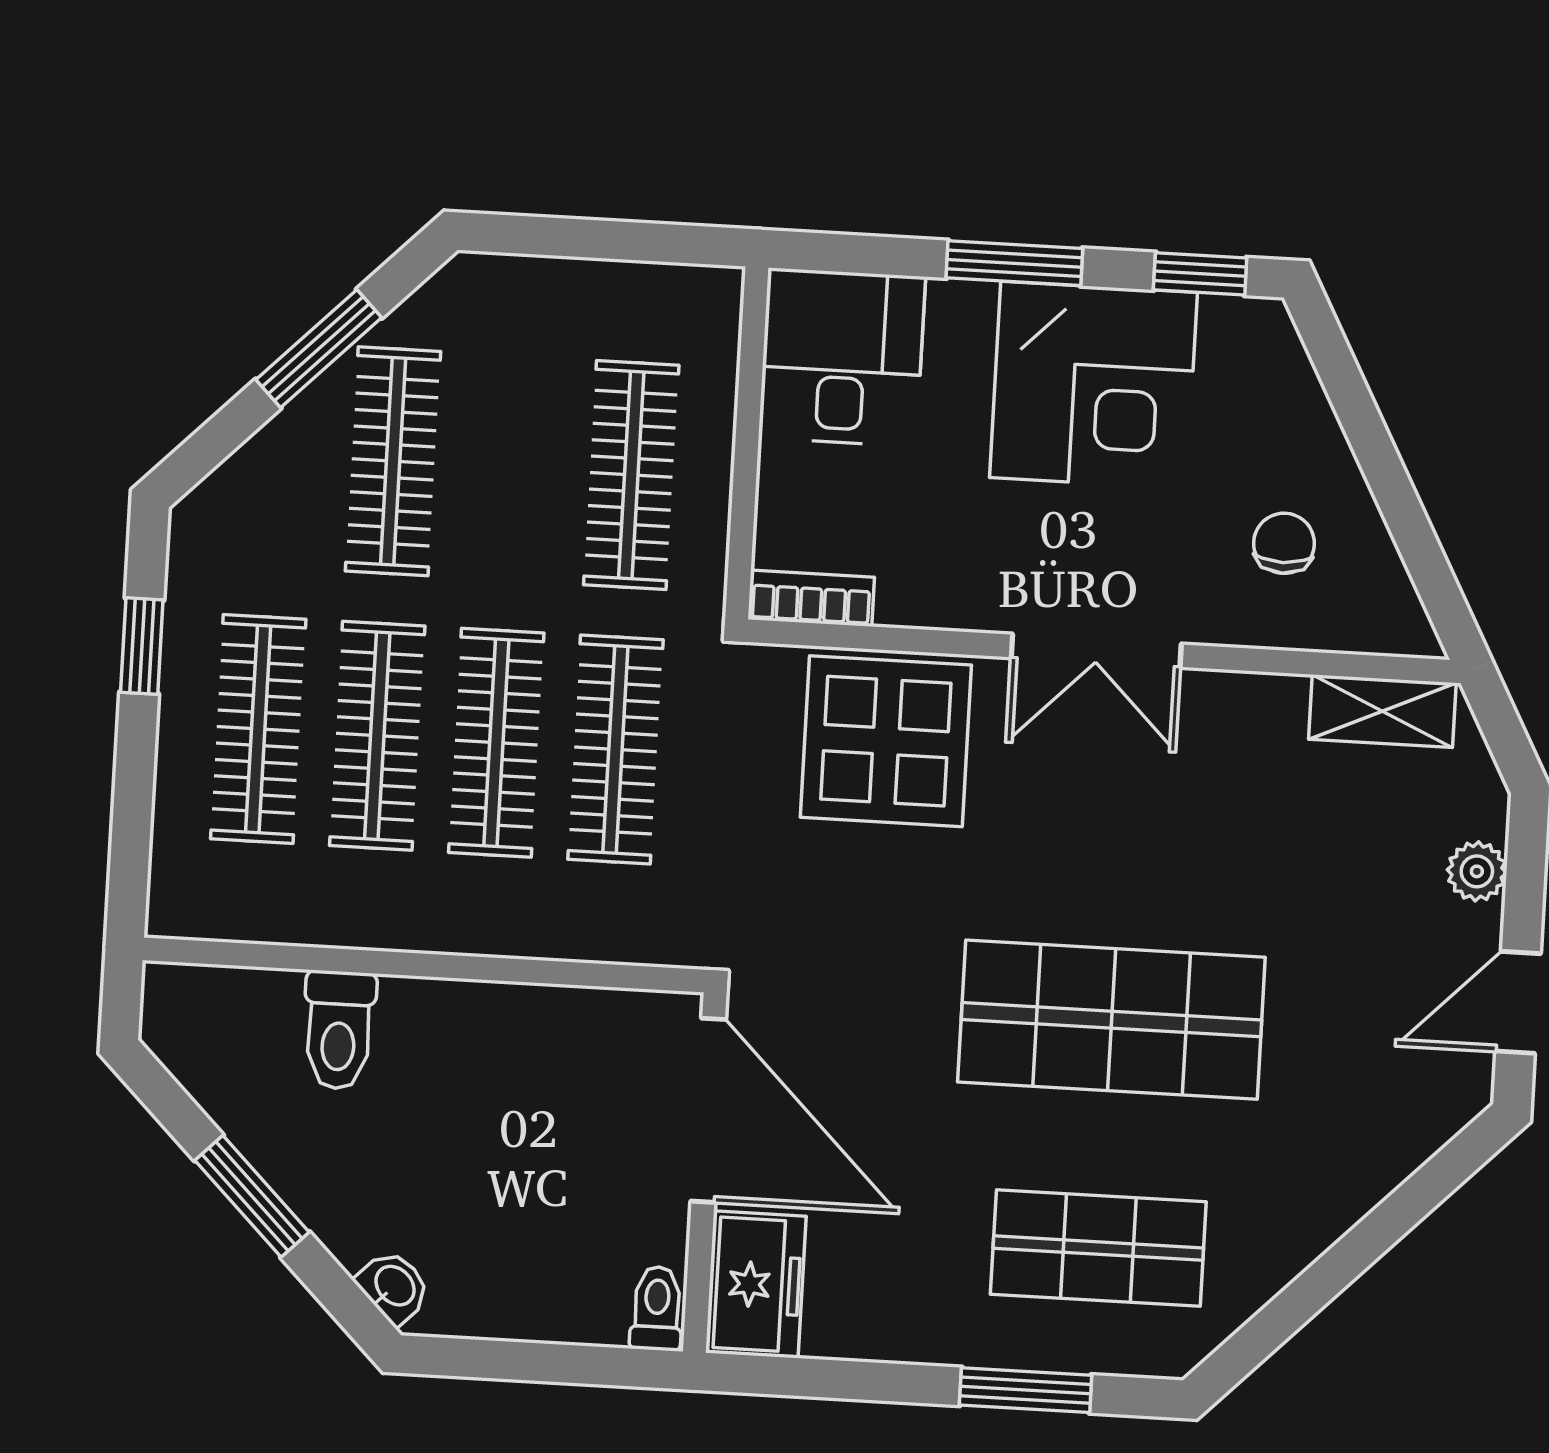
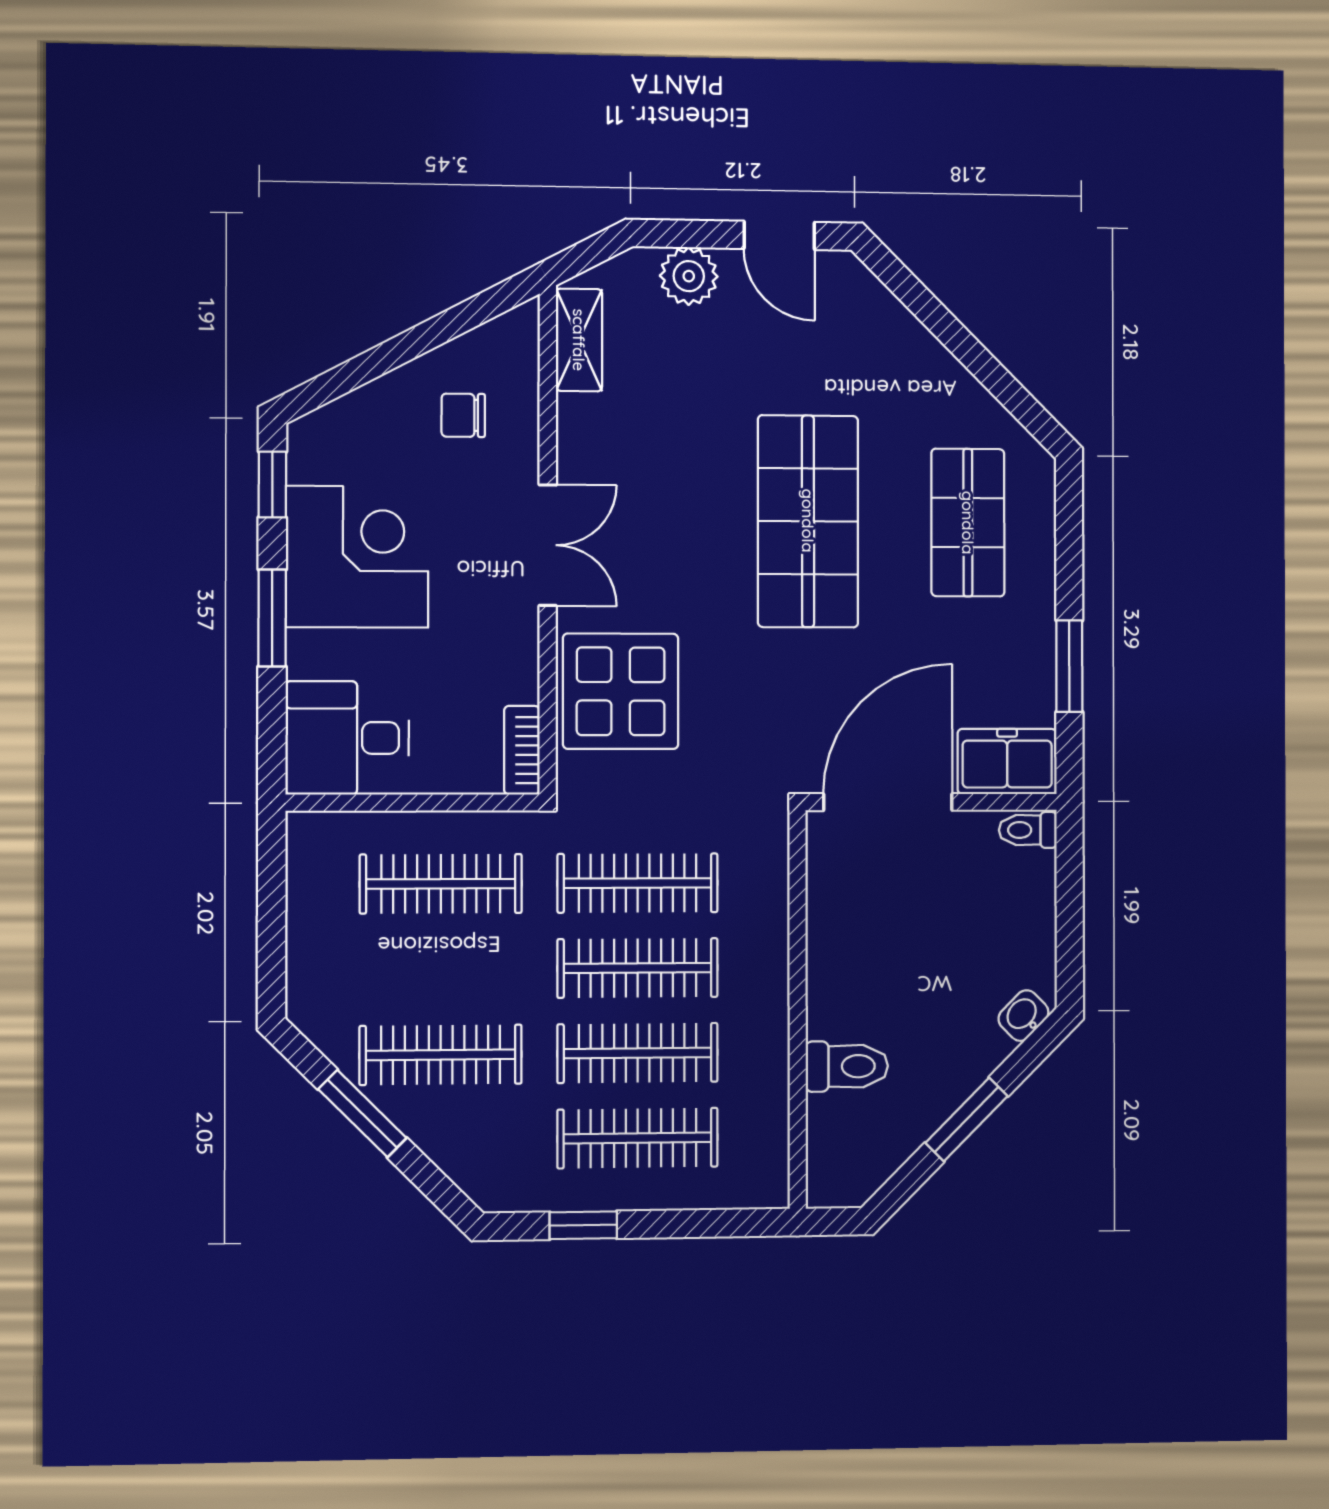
plant: (1477, 871) -> (689, 276), width x1.38, depth x1.38
window: (1026, 1390) -> (1069, 666), moved

